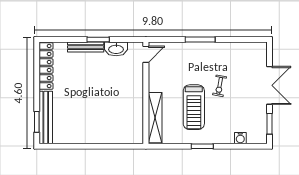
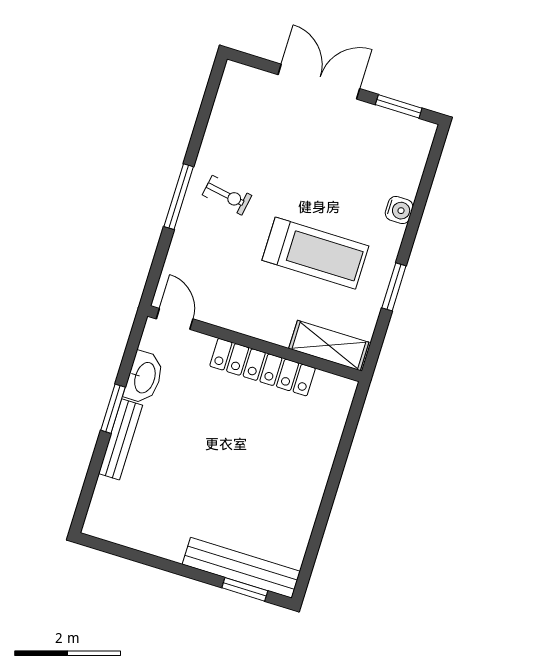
locker: (46, 66) -> (263, 367), moved, turned 180
exercise bike: (220, 86) -> (227, 195), moved
shelving: (155, 118) -> (329, 345), width x0.68
water cooler: (240, 138) -> (399, 210), moved
window: (202, 146) -> (394, 287), moved

